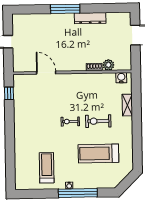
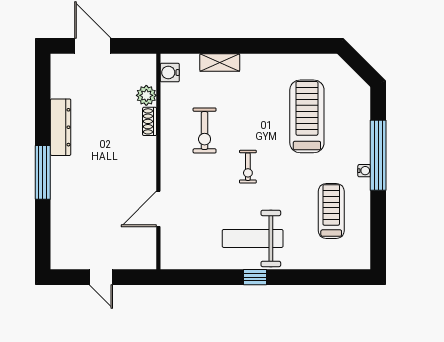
window: (9, 93) -> (255, 277), moved
exercise bike: (98, 121) -> (205, 130), moved
weight bench: (31, 125) -> (253, 238), added
treadmill: (98, 153) -> (307, 116), turned 180
treadmill: (47, 168) -> (331, 211), turned 90

